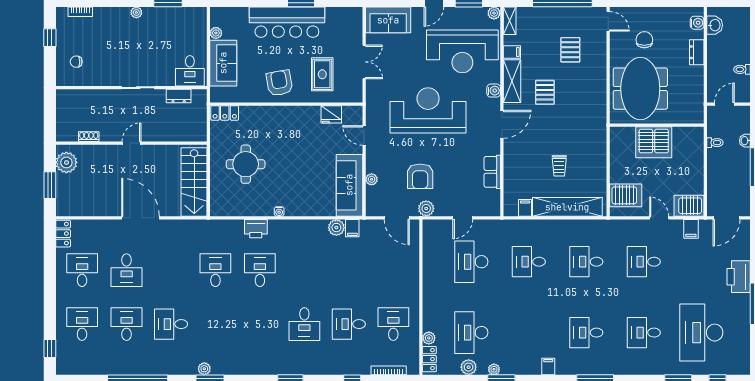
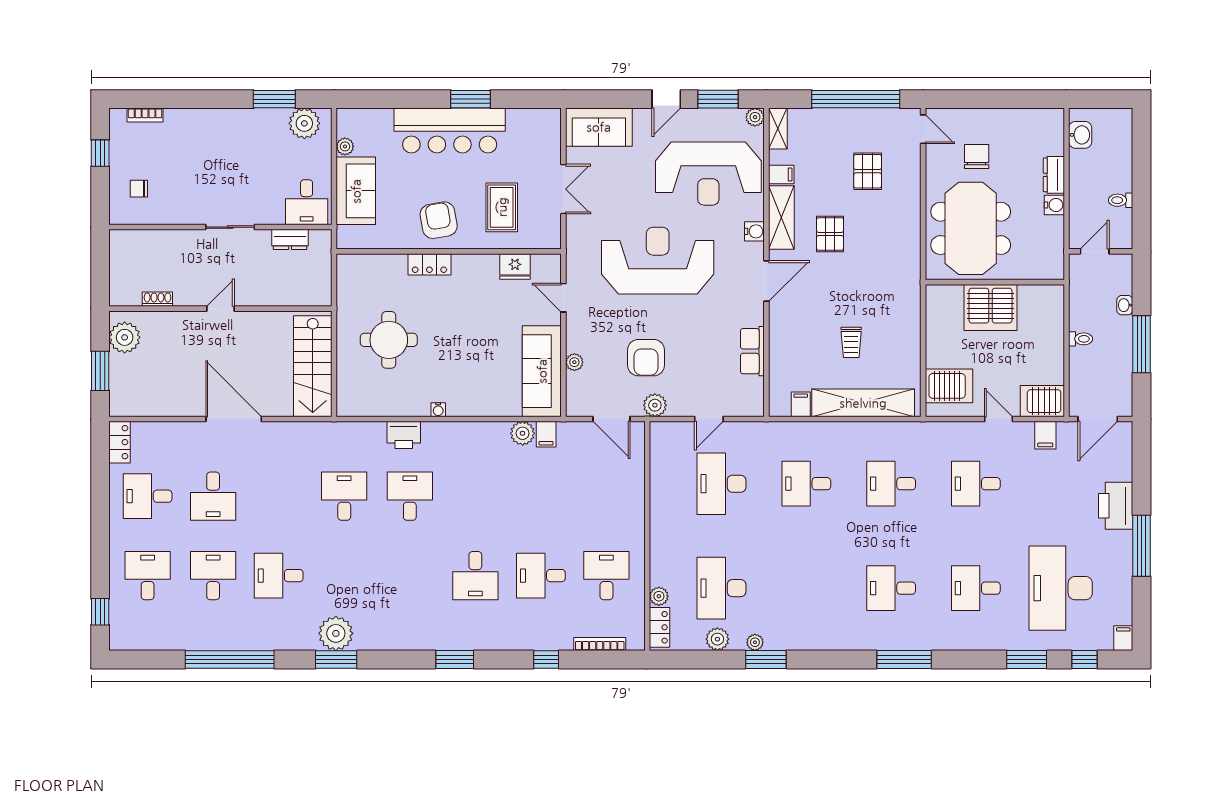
plant: (136, 12) -> (304, 123), moved, width x1.88, depth x1.88
water cooler: (697, 23) -> (1054, 205), moved
locker: (225, 113) -> (429, 264), moved
toilet: (715, 143) -> (1081, 339), moved
desk: (82, 270) -> (148, 496), turned -90
filing cabinet: (548, 367) -> (1123, 638), moved
plant: (204, 369) -> (336, 633), width x1.88, depth x1.88

